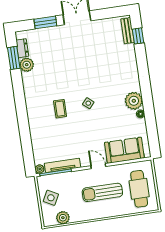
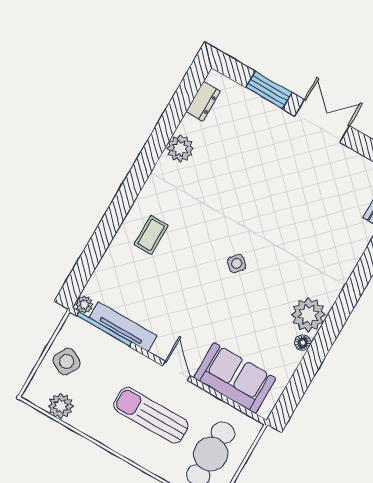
window: (14, 58) -> (179, 106), removed
plant: (27, 65) -> (180, 148), moved
coffee table: (60, 109) -> (151, 235), moved

